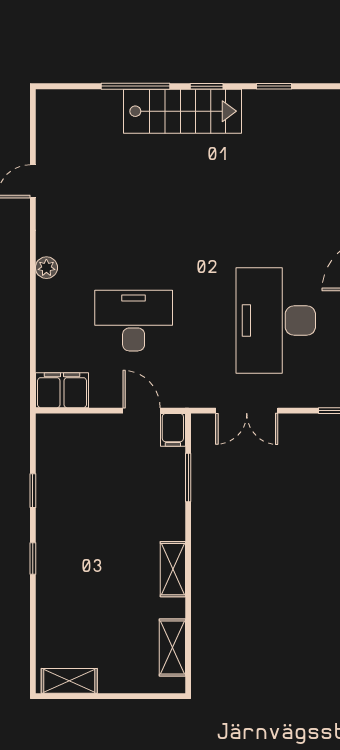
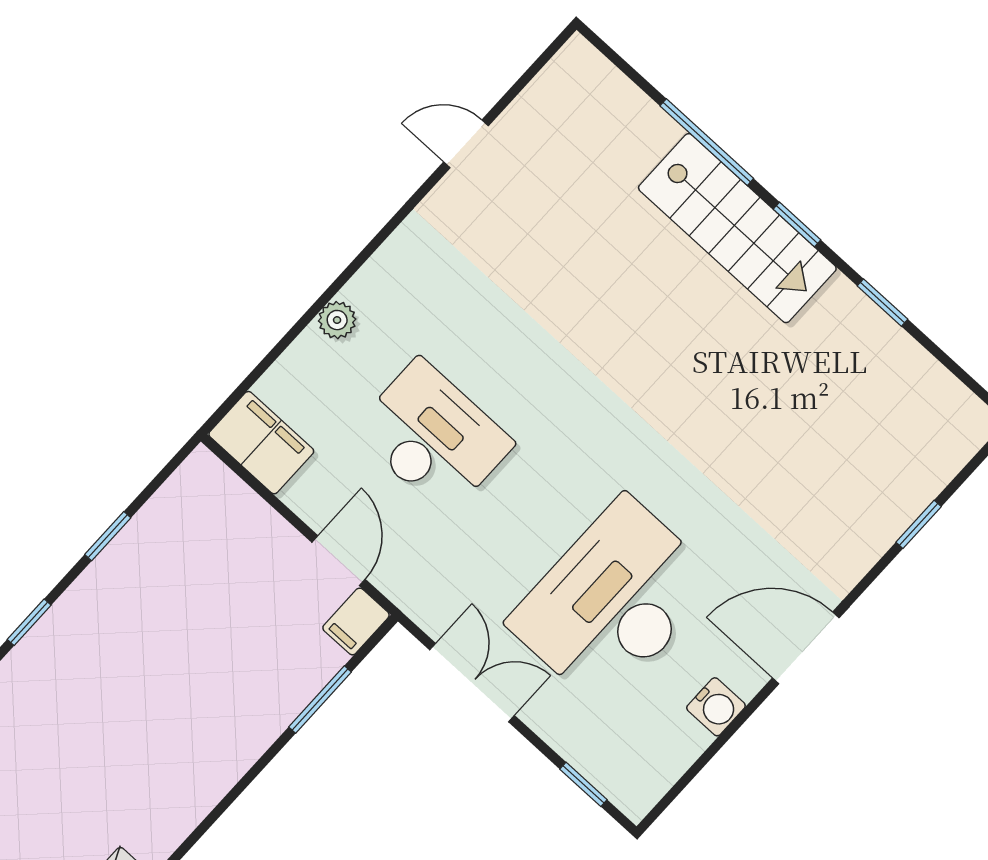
plant: (46, 268) -> (337, 320), moved
double door: (247, 411) -> (472, 683), swing flipped
shelving: (173, 569) -> (195, 798), removed

